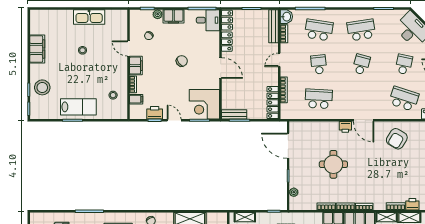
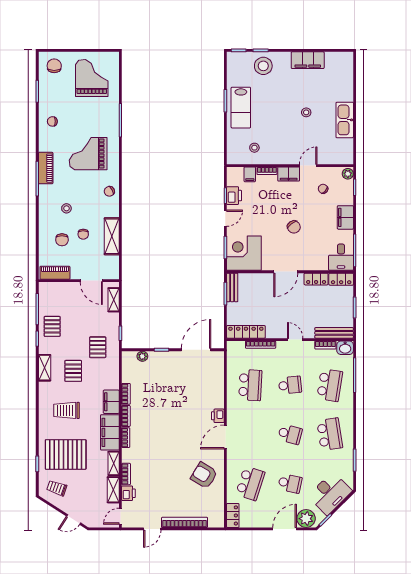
plant: (158, 14) -> (348, 174), moved
round table: (333, 164) -> (175, 402), removed

